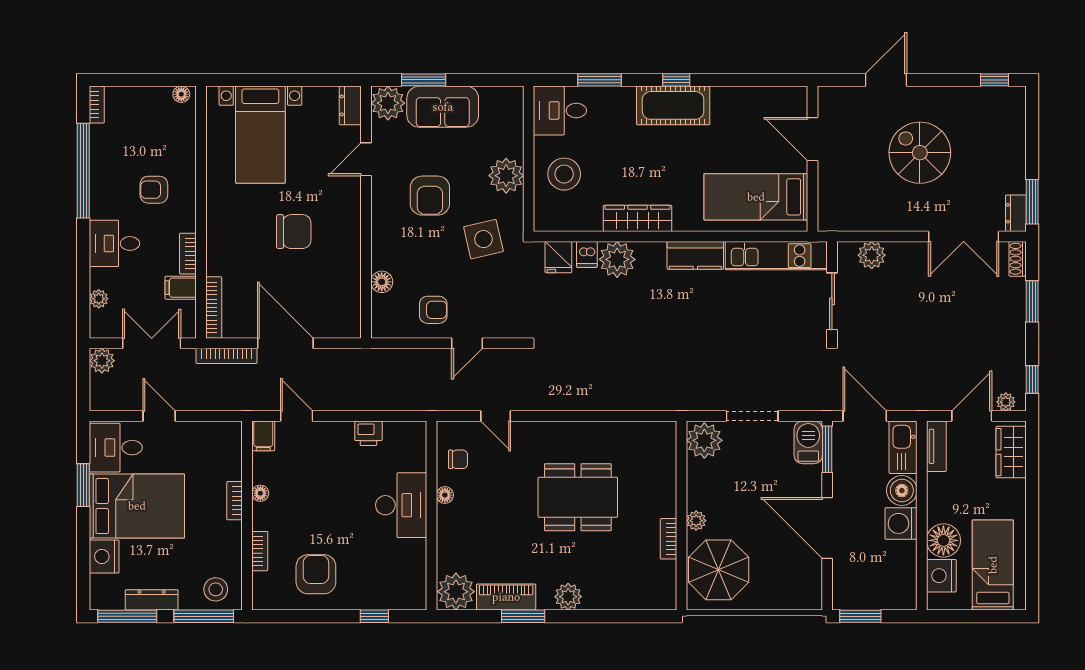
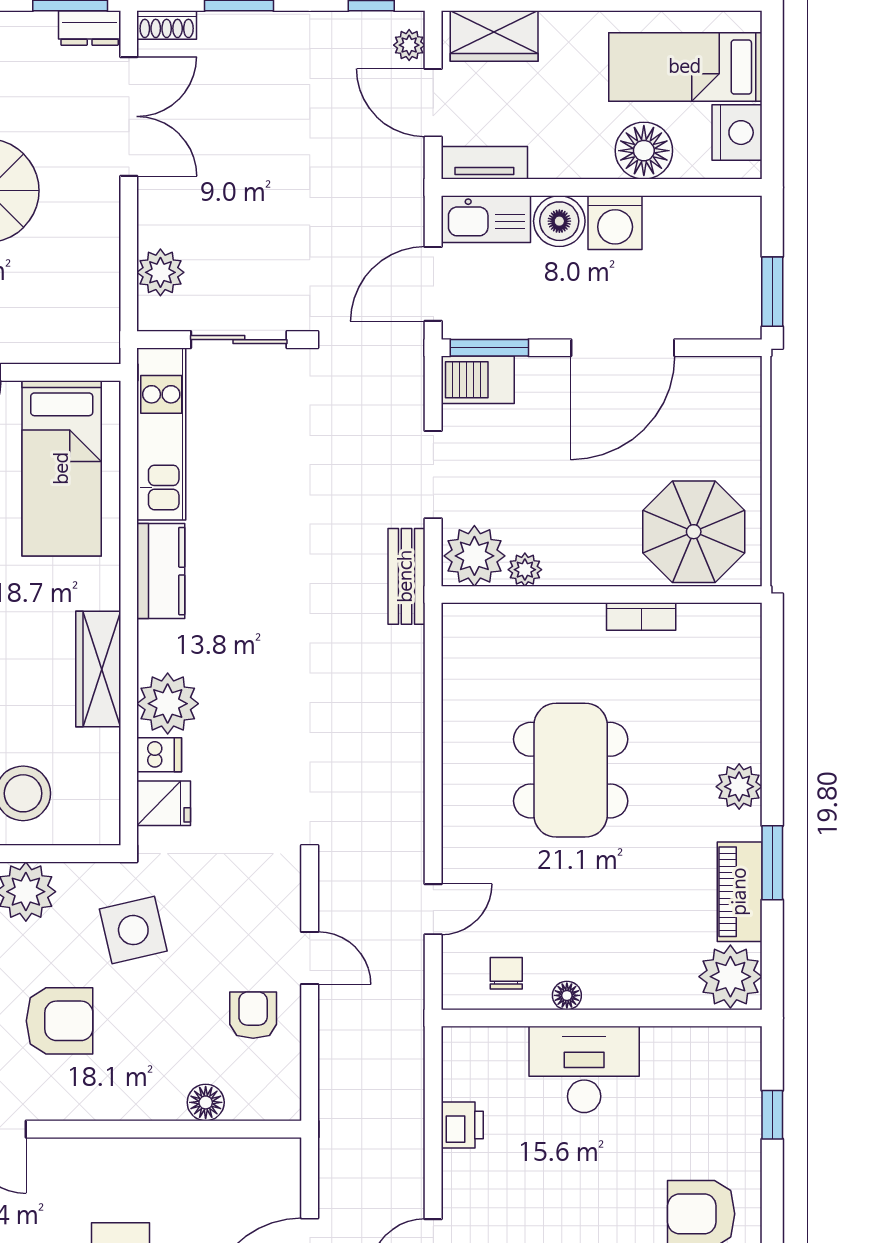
bench: (692, 400) -> (406, 576), added
plant: (696, 521) -> (525, 570), moved
nightstand: (941, 576) -> (737, 133), moved, turned -90

